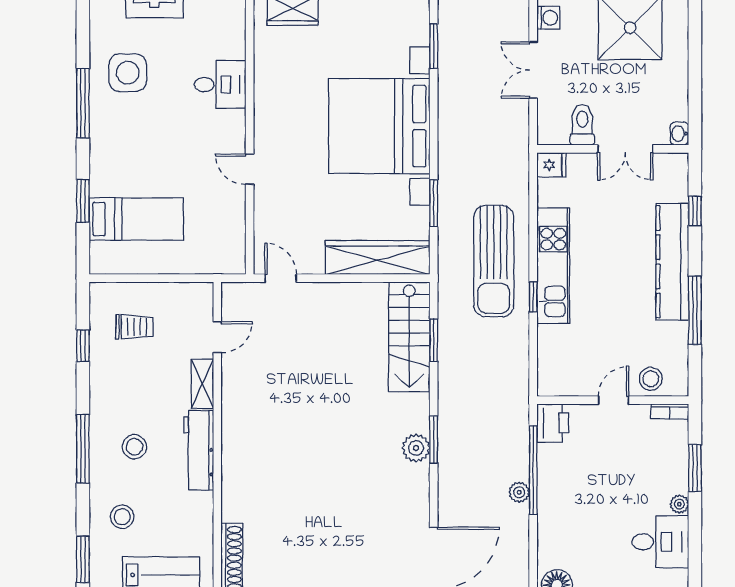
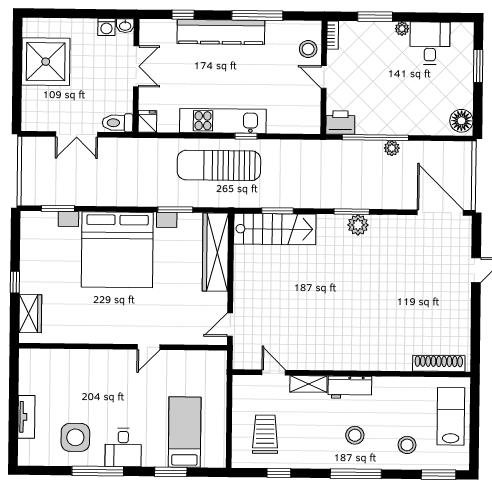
washing machine: (548, 18) -> (106, 27), moved, turned 180
desk: (220, 85) -> (123, 447), moved, turned 180
toilet: (582, 125) -> (118, 123), moved
sun lounger: (494, 261) -> (219, 165), turned 180
trolley: (134, 327) -> (265, 434), width x1.36, depth x1.39
workbench: (199, 450) -> (350, 387), width x0.73

